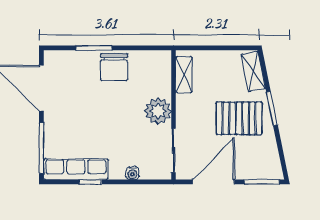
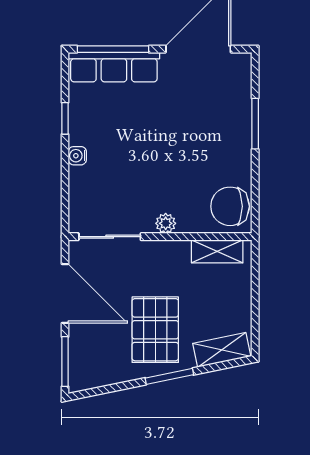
chair: (114, 67) -> (230, 206), moved
plant: (158, 111) -> (166, 223), width x0.53, depth x0.53
row of seats: (76, 169) -> (114, 67), moved, turned 90
water cooler: (132, 173) -> (77, 156), moved

